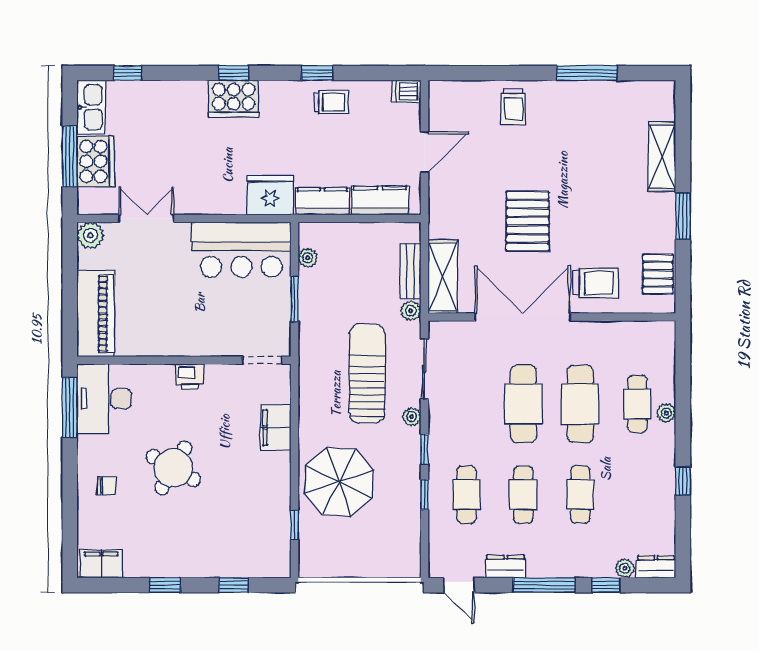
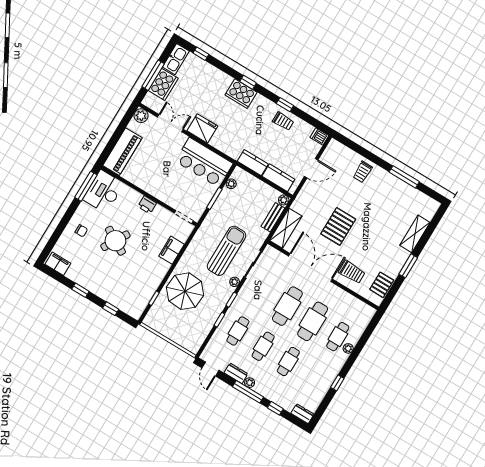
fridge: (270, 195) -> (202, 128), moved
plant: (411, 311) -> (284, 200), moved
plant: (625, 568) -> (250, 383), moved

